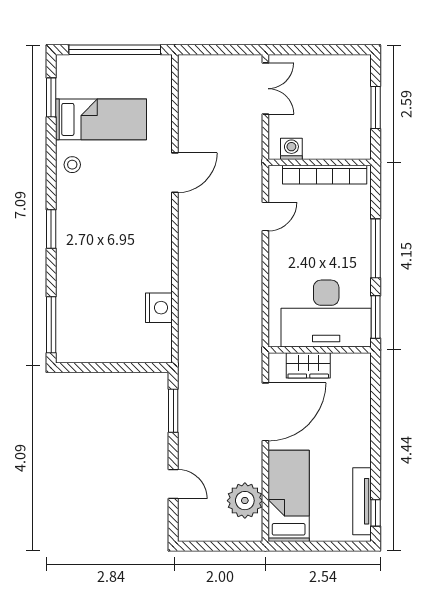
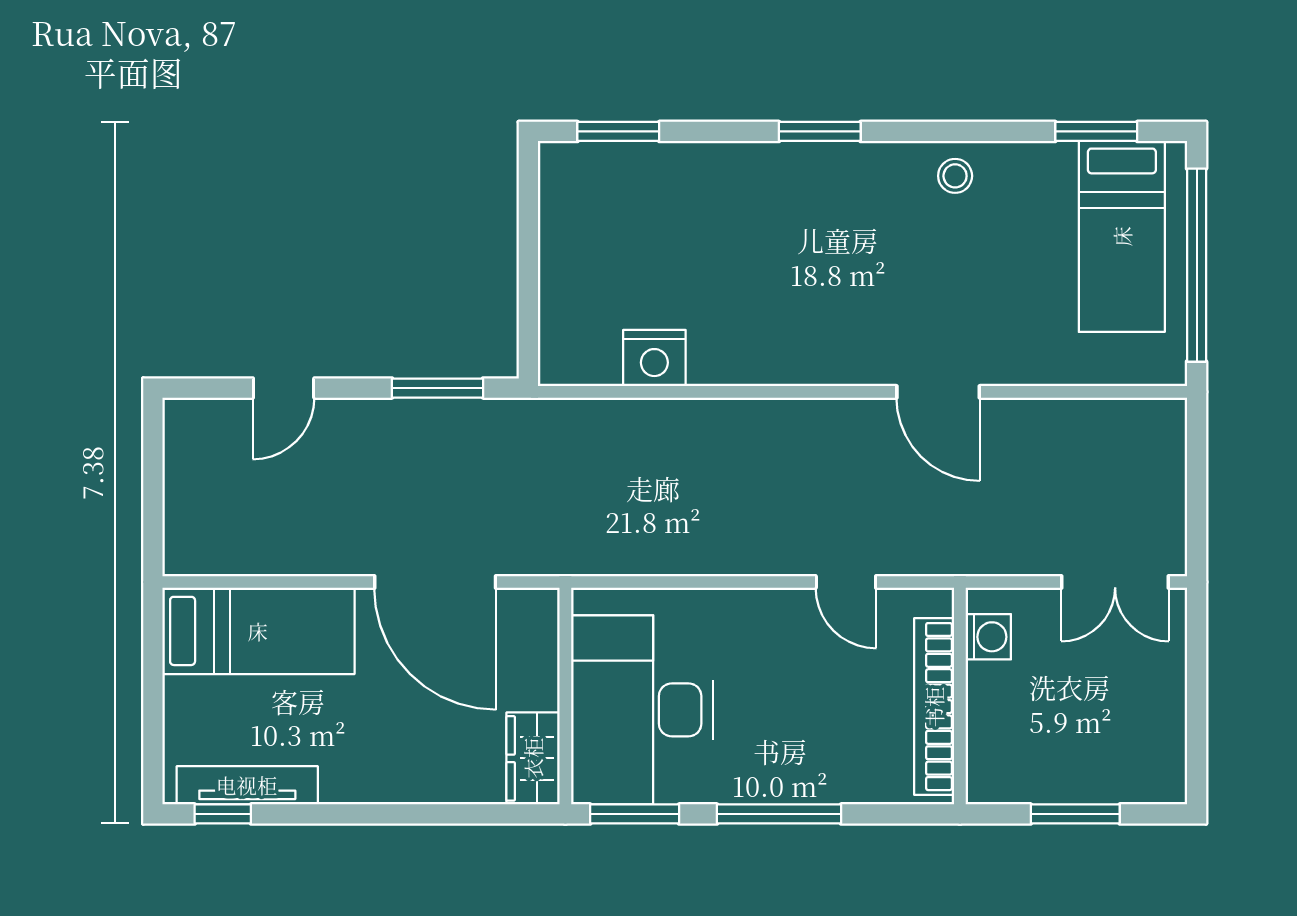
bed: (101, 119) -> (1122, 236), moved
window: (51, 325) -> (618, 131), width x0.69
wardrobe: (308, 365) -> (533, 758), moved
plant: (245, 501) -> (249, 539), removed

